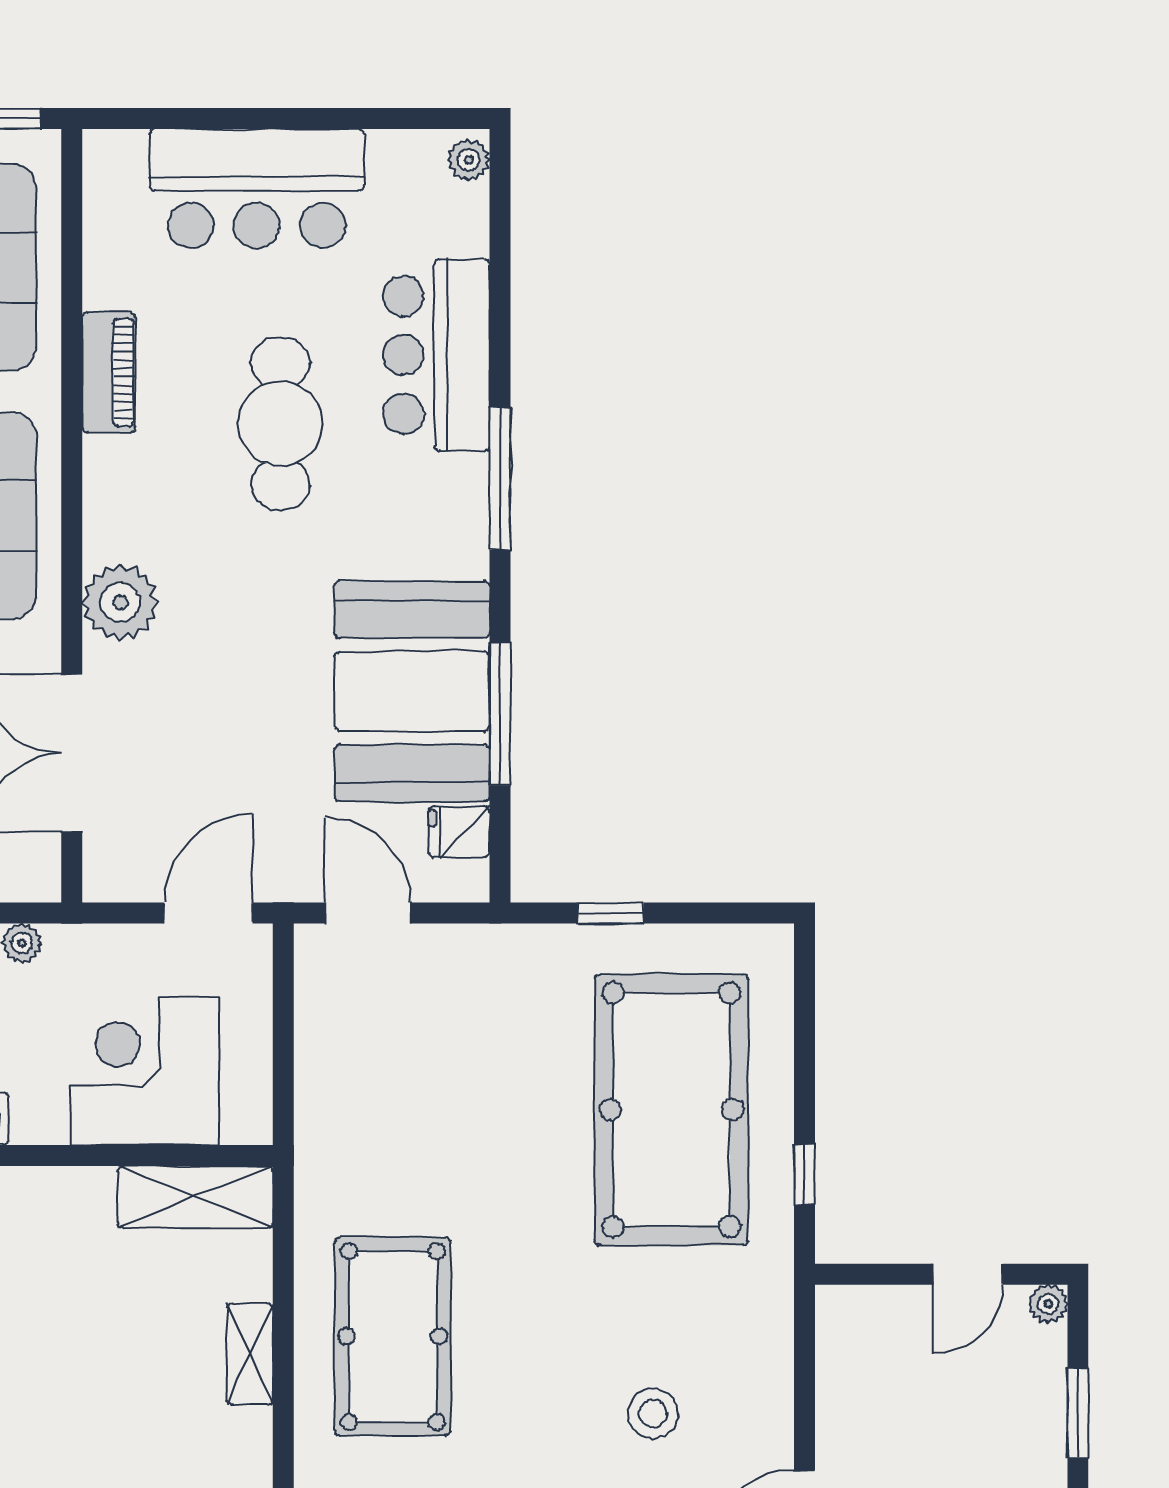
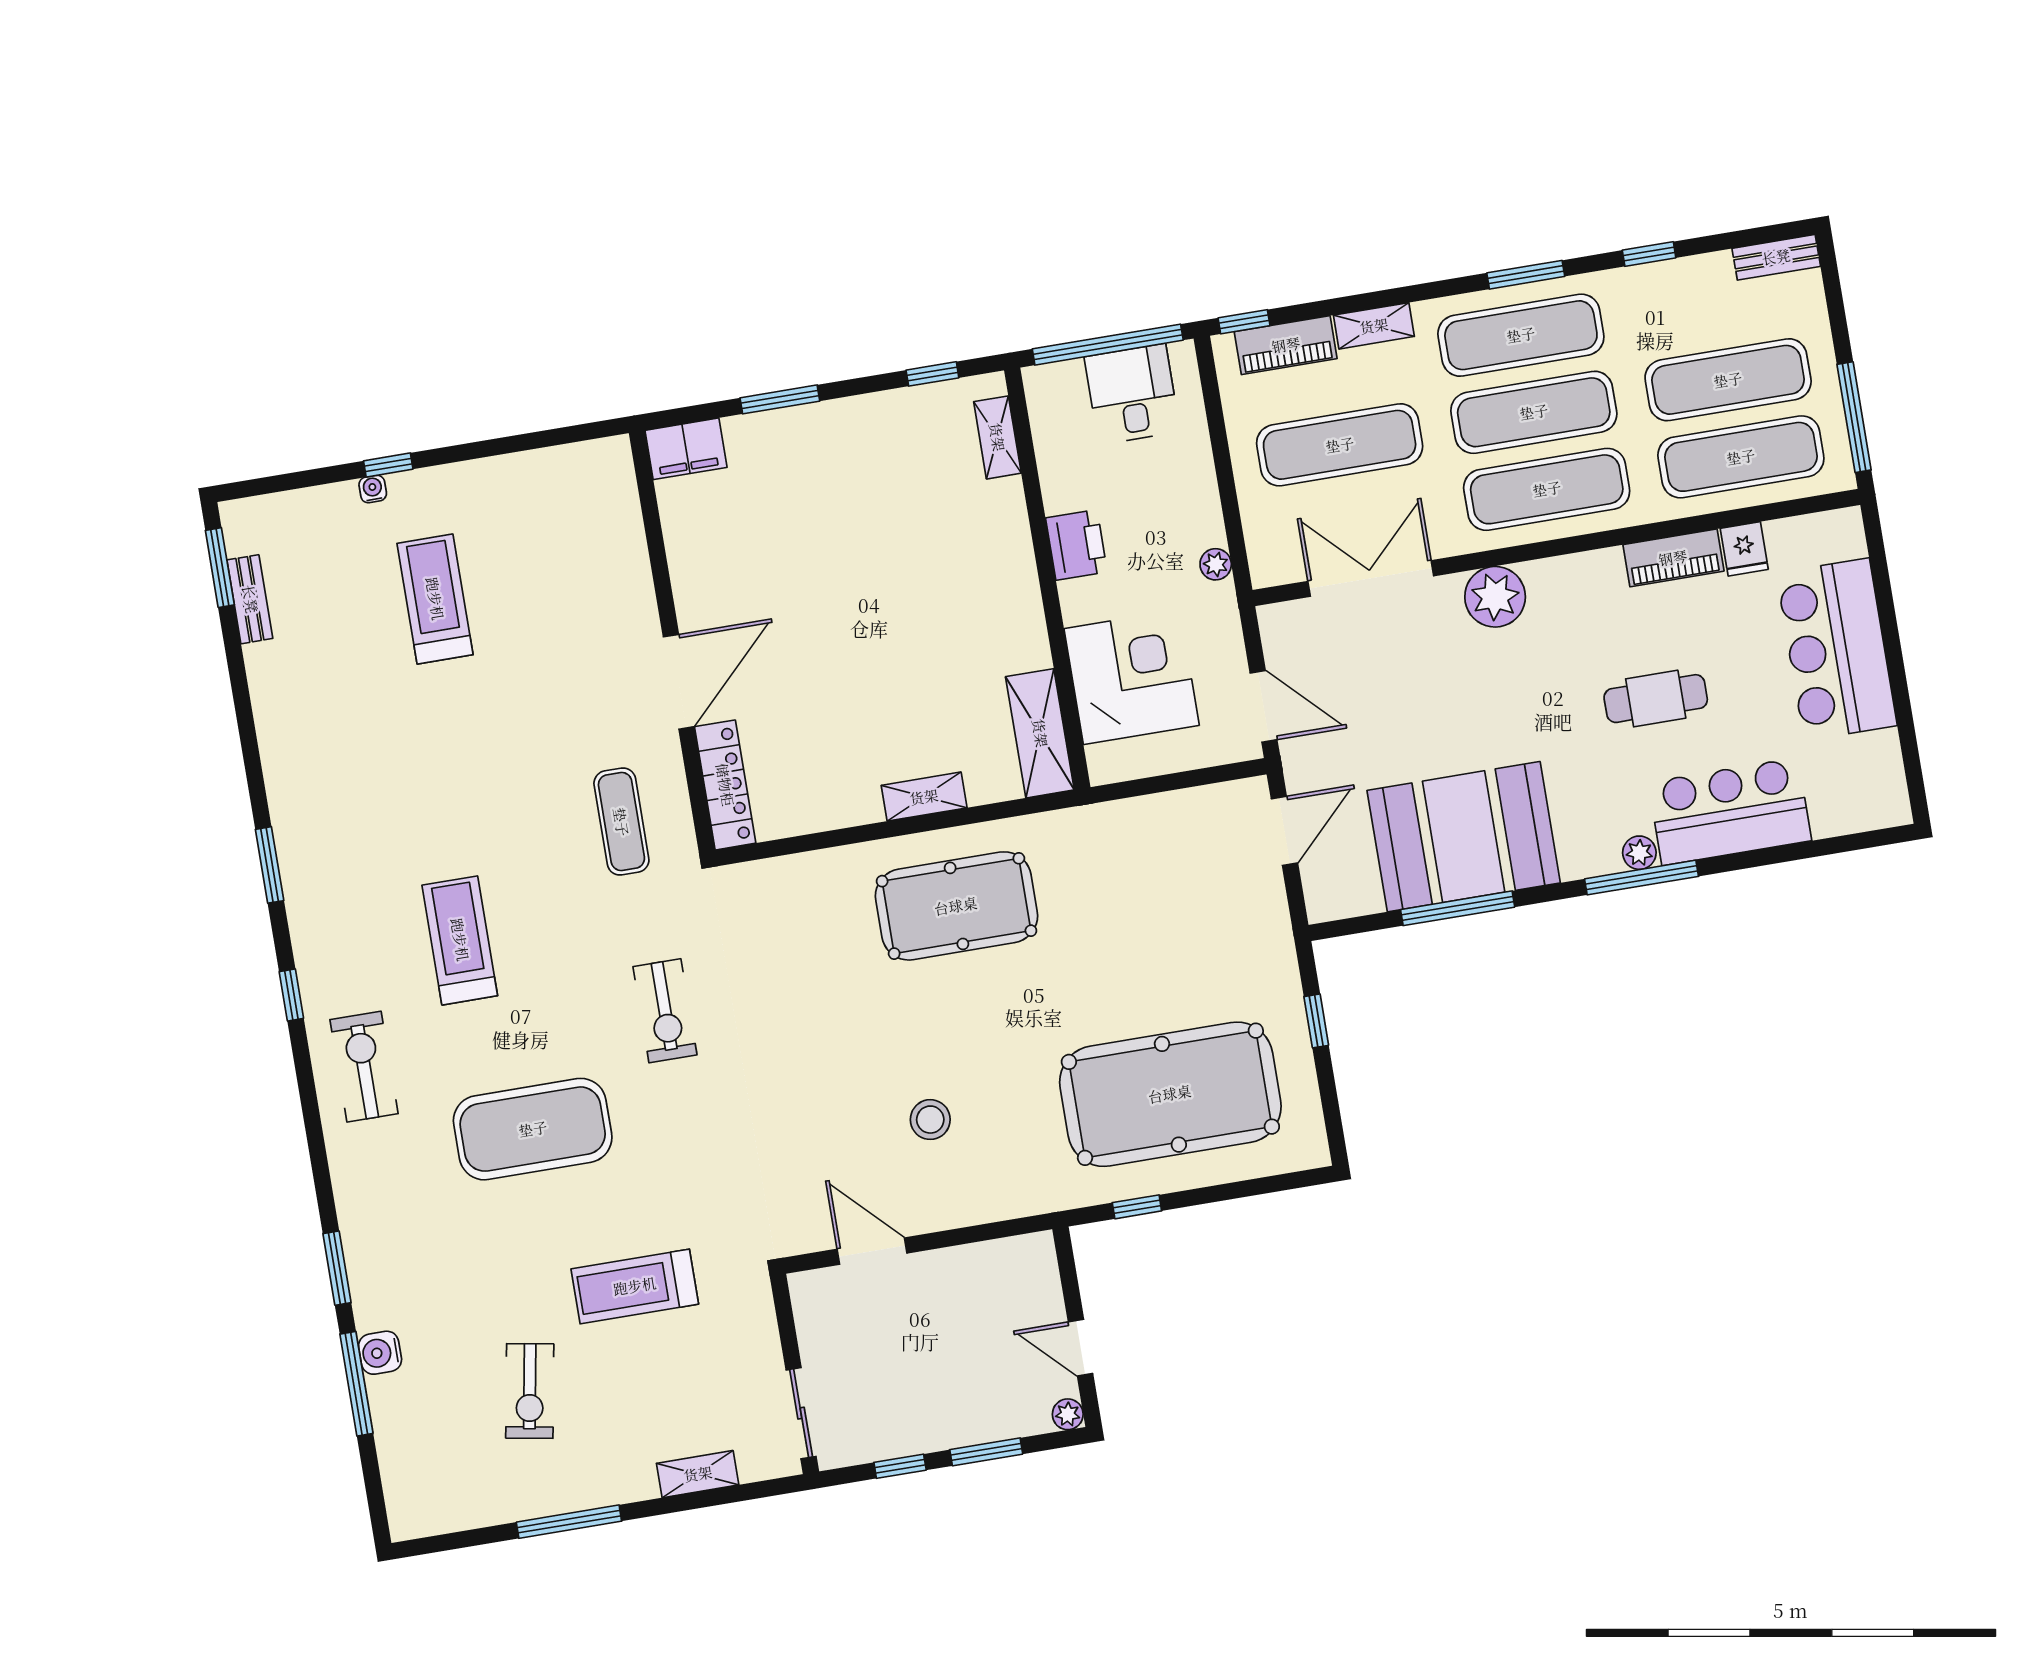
plant: (469, 160) -> (1639, 853), moved
cafe table: (280, 424) -> (1656, 699), width x0.73, depth x0.74
fridge: (459, 832) -> (1744, 549), moved, turned 180

